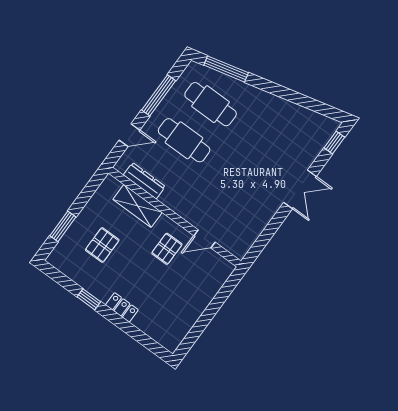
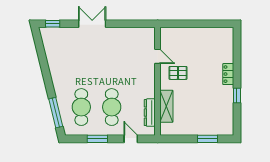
window: (159, 95) -> (97, 139), width x0.69
pallet: (102, 245) -> (202, 110), removed

